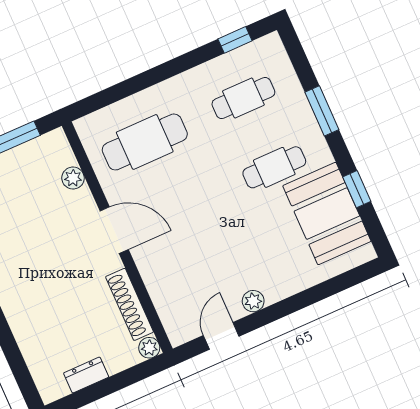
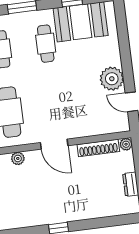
door: (114, 230) -> (54, 144), swing flipped
plant: (253, 301) -> (112, 79), width x1.88, depth x1.88

